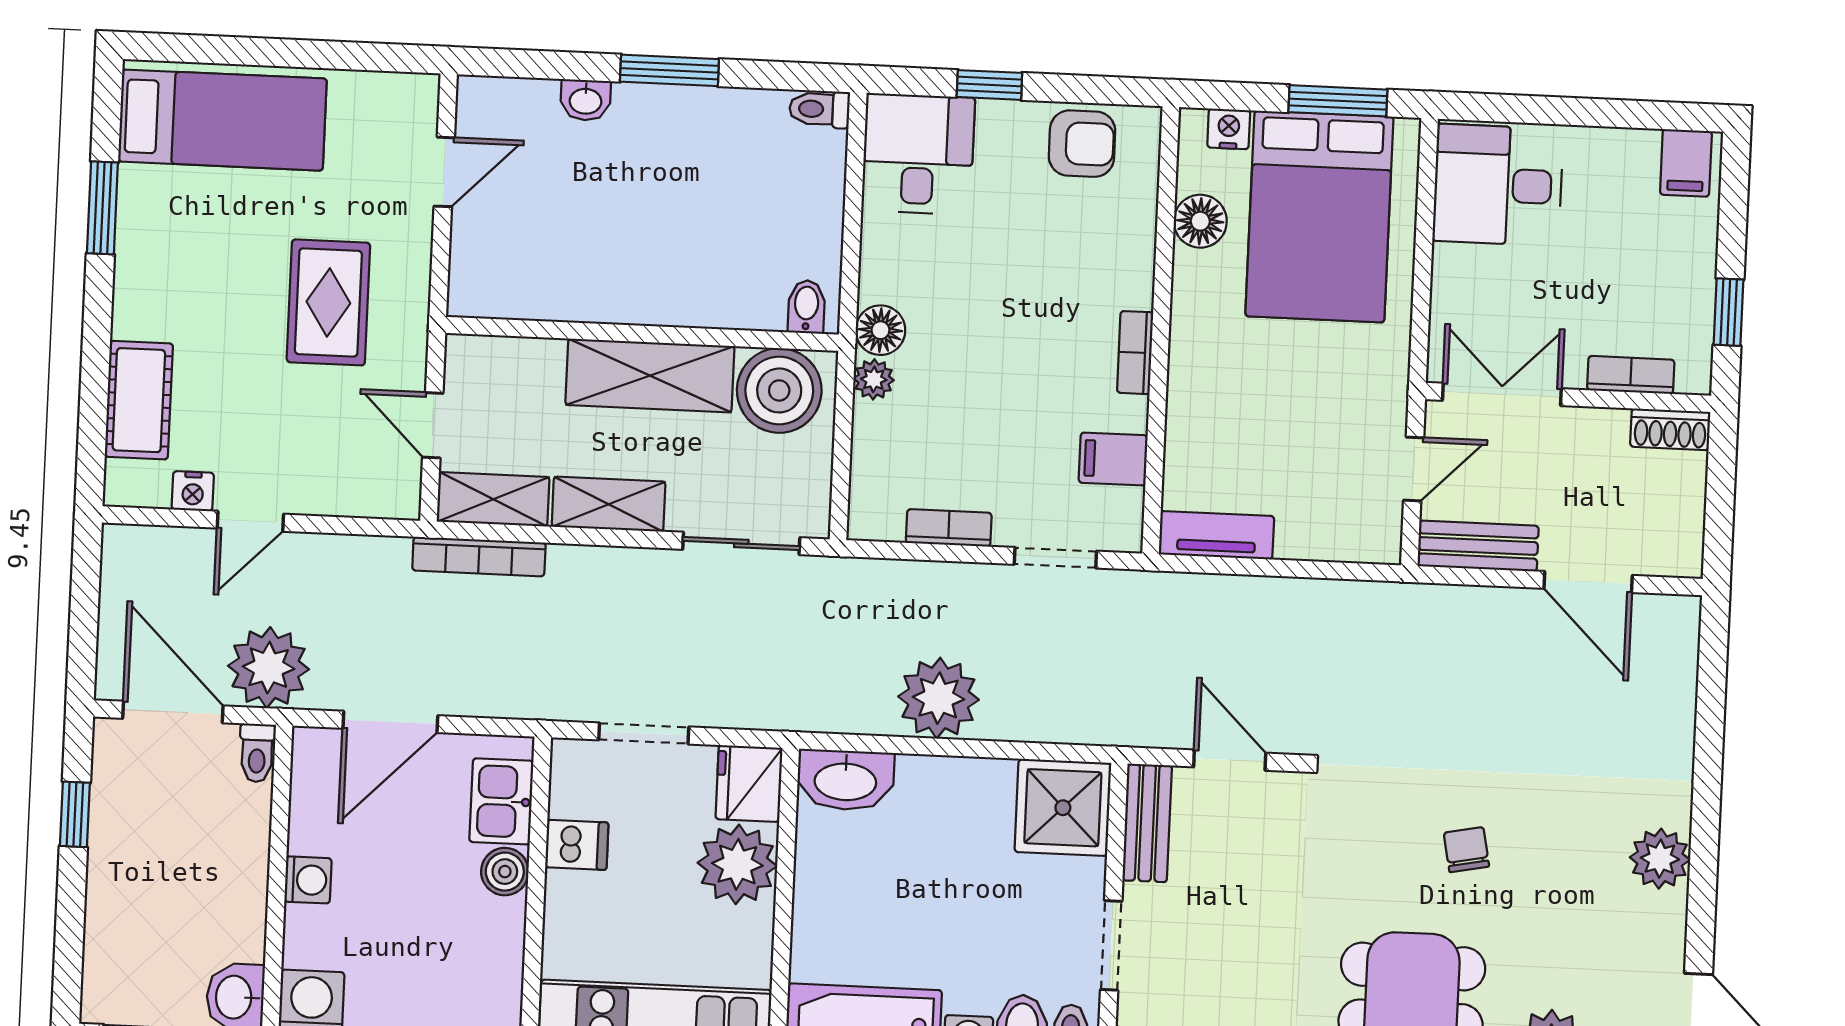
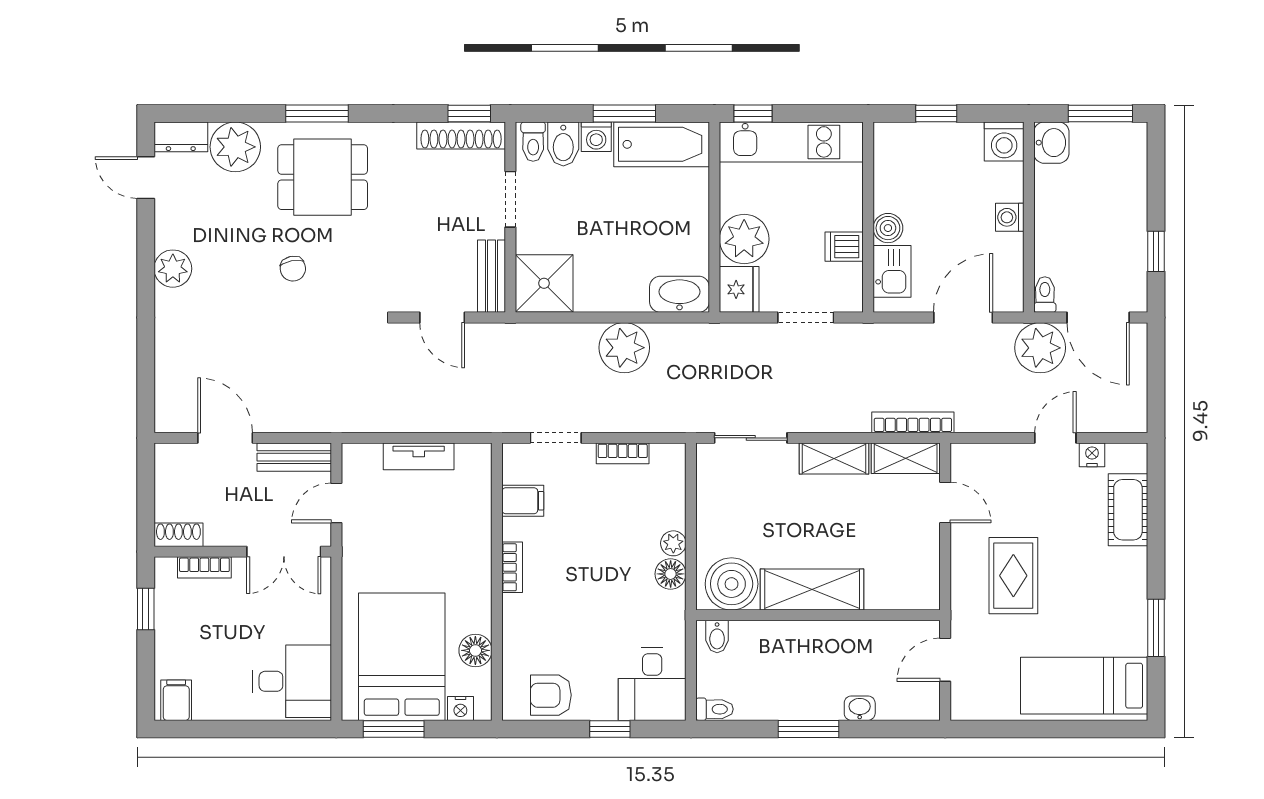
bidet: (806, 307) -> (717, 637), moved
wall: (642, 334) -> (818, 615), moved
shelving: (650, 376) -> (812, 590), moved
boiler: (779, 390) -> (732, 584), moved
tv unit: (1216, 535) -> (419, 456), moved

